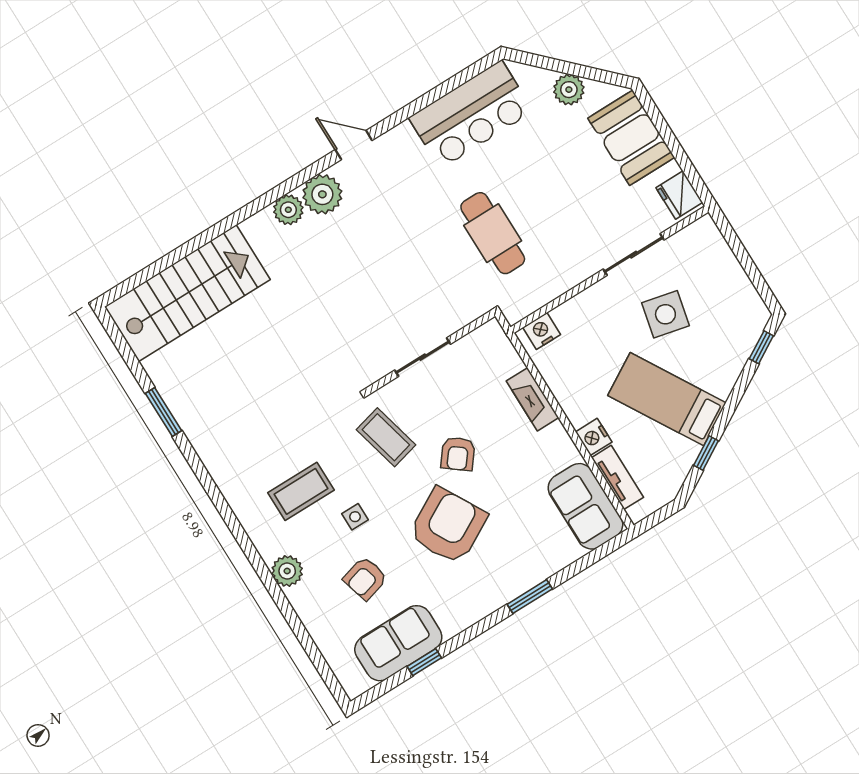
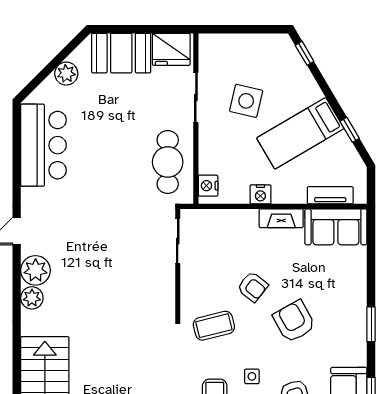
fridge: (679, 195) -> (171, 49), width x1.36, depth x1.34
cafe table: (493, 233) -> (168, 162), moved, turned 90
sliding door: (423, 357) -> (178, 241), moved
fireplace: (533, 399) -> (281, 218), moved
nightstand: (594, 437) -> (260, 194), moved
armchair: (448, 526) -> (294, 321), width x0.73, depth x0.73
window: (530, 597) -> (371, 324), moved

